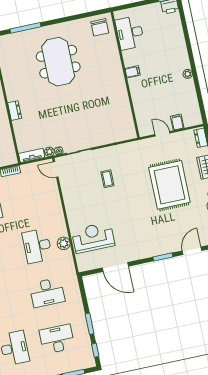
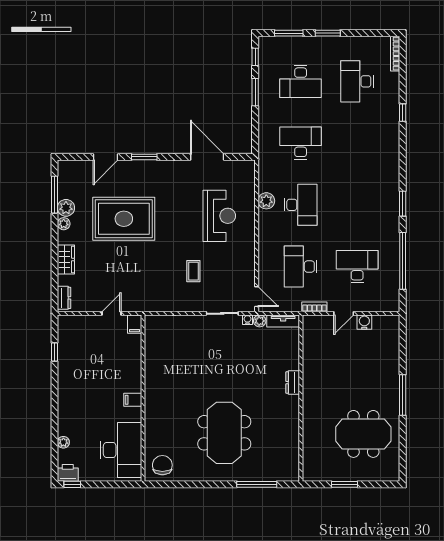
desk: (130, 33) -> (121, 450), width x1.36, depth x1.30
plant: (188, 74) -> (63, 442), moved
window: (199, 95) -> (55, 352), added
filing cabinet: (177, 122) -> (135, 324), moved
door: (162, 134) -> (111, 313), swing flipped
rug: (169, 185) -> (124, 219), moved, turned 90
desk: (27, 199) -> (301, 267), added
reception desk: (93, 238) -> (219, 216), moved, turned -90

